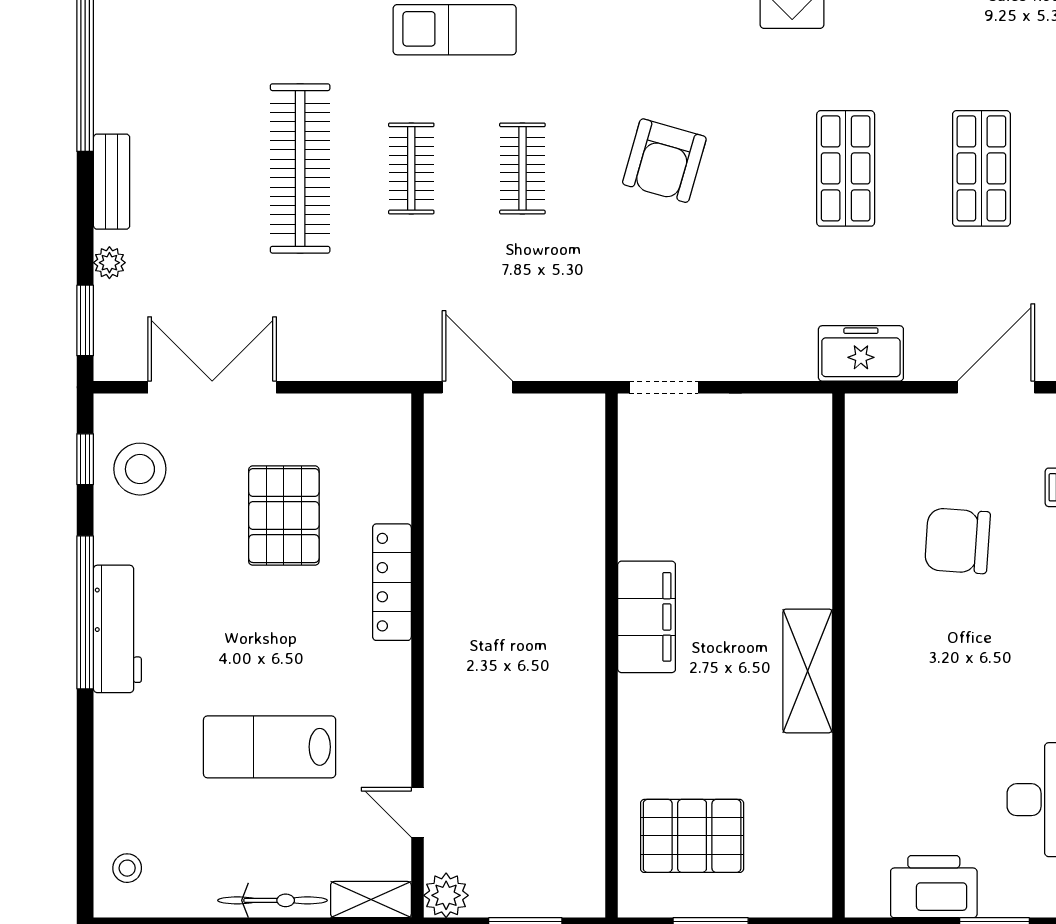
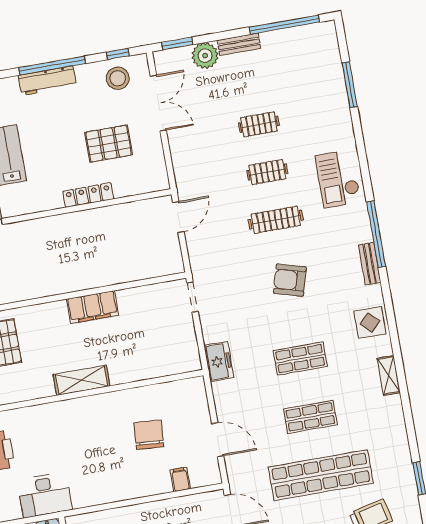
clothes rail: (300, 168) -> (259, 124), width x0.54, depth x0.76
clothes rail: (522, 168) -> (276, 220), width x1.36
plant: (109, 263) -> (205, 56), width x1.87, depth x1.87
freezer: (861, 353) -> (219, 362), moved

